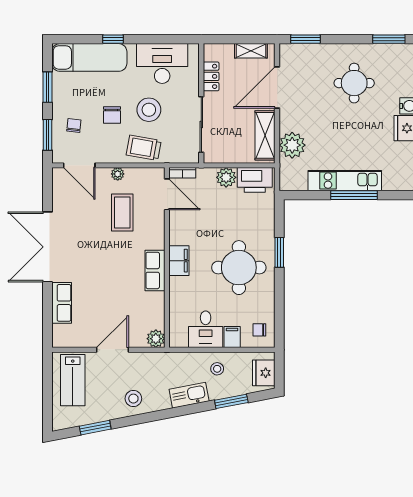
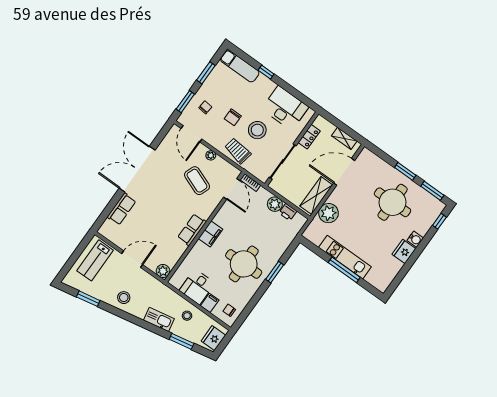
window: (306, 39) -> (405, 171), moved
exam couch: (89, 57) -> (240, 66), width x0.73, depth x0.69
round table: (354, 83) -> (393, 202), width x1.36, depth x1.36
printer: (255, 180) -> (288, 212), width x0.53, depth x0.68
coffee table: (122, 213) -> (197, 181), turned -69

